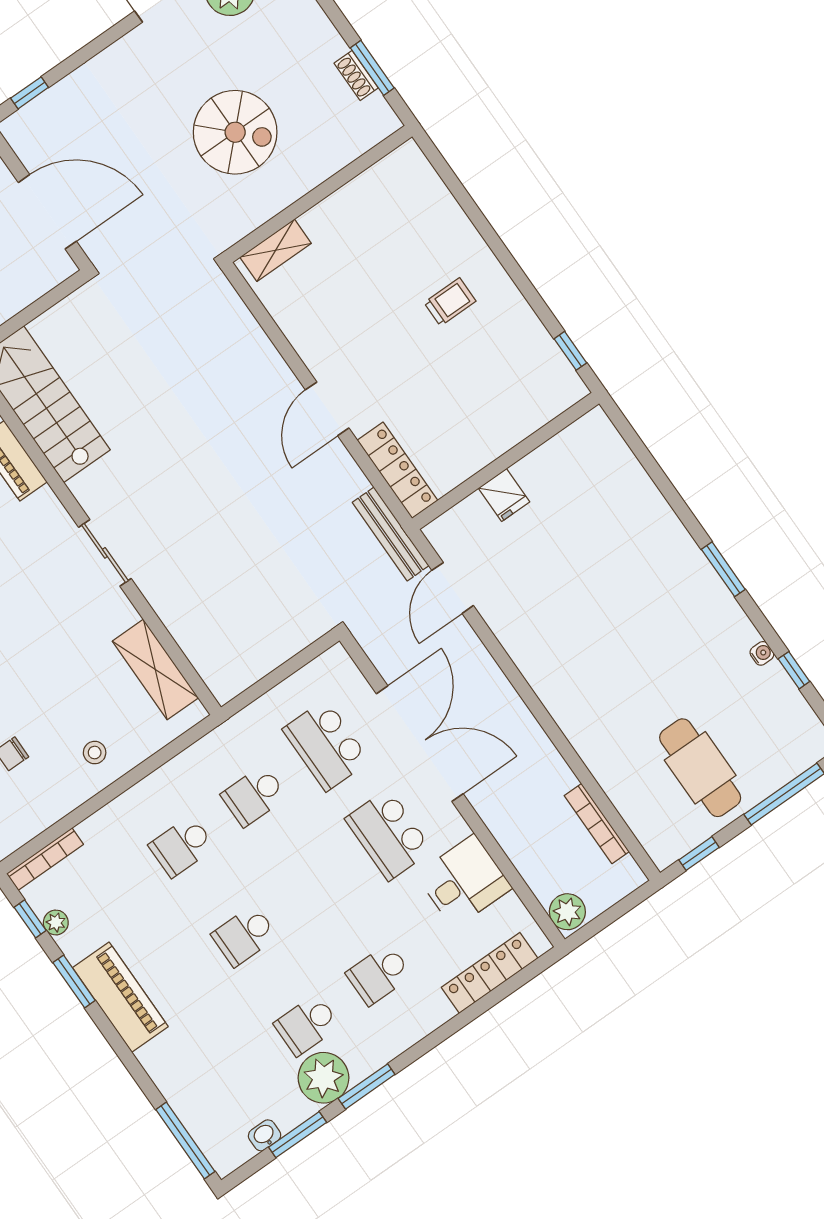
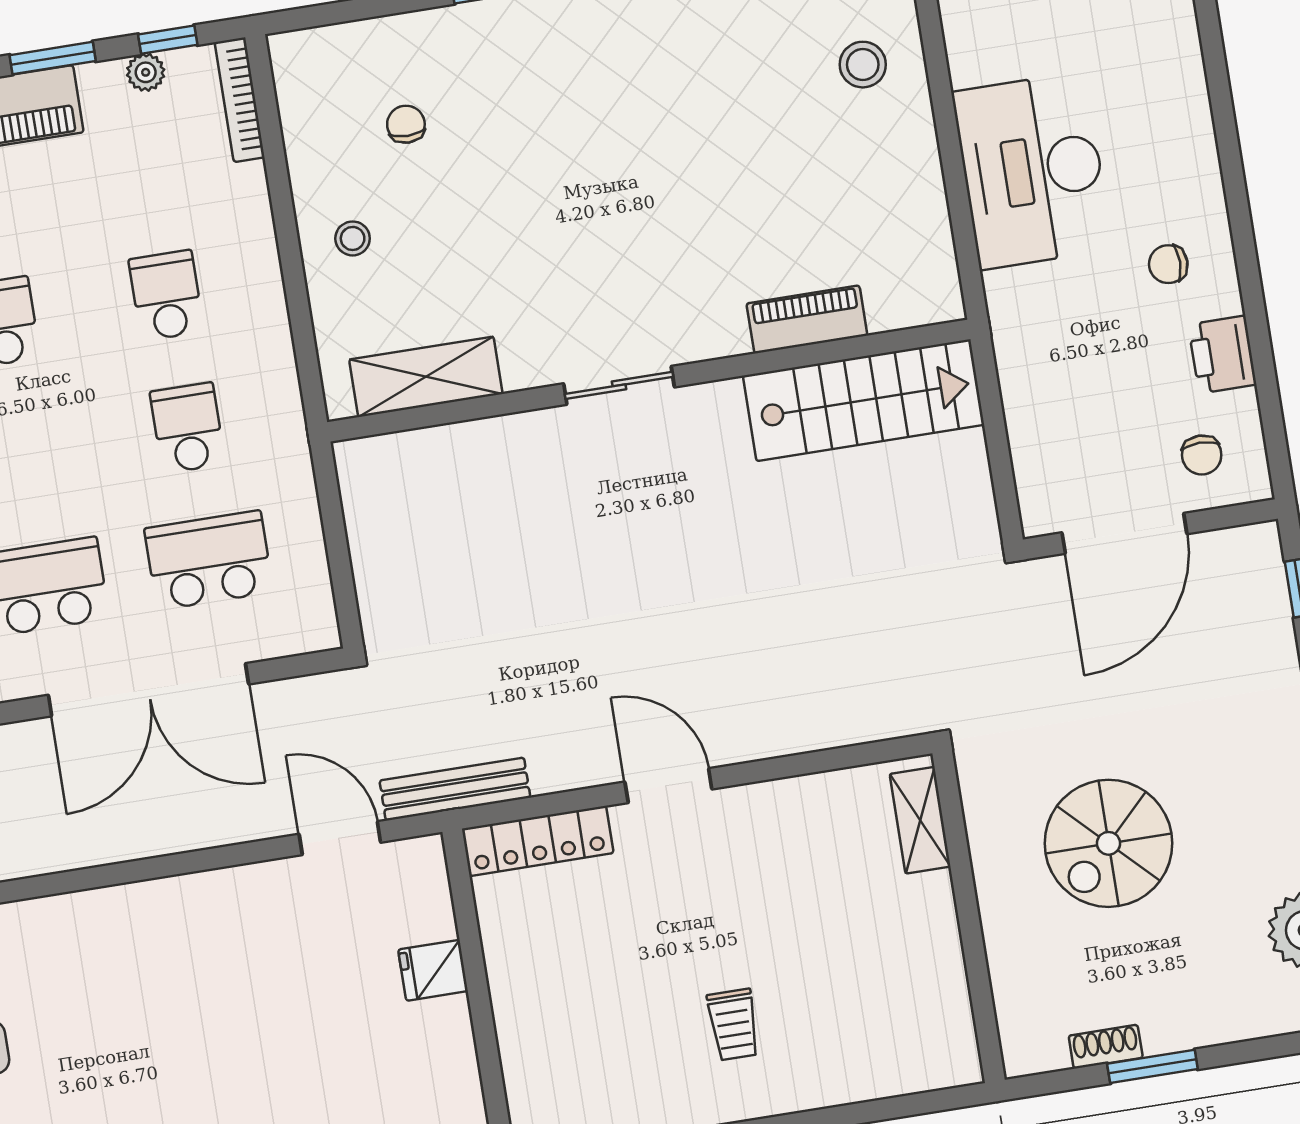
window: (372, 68) -> (1152, 1066), moved

